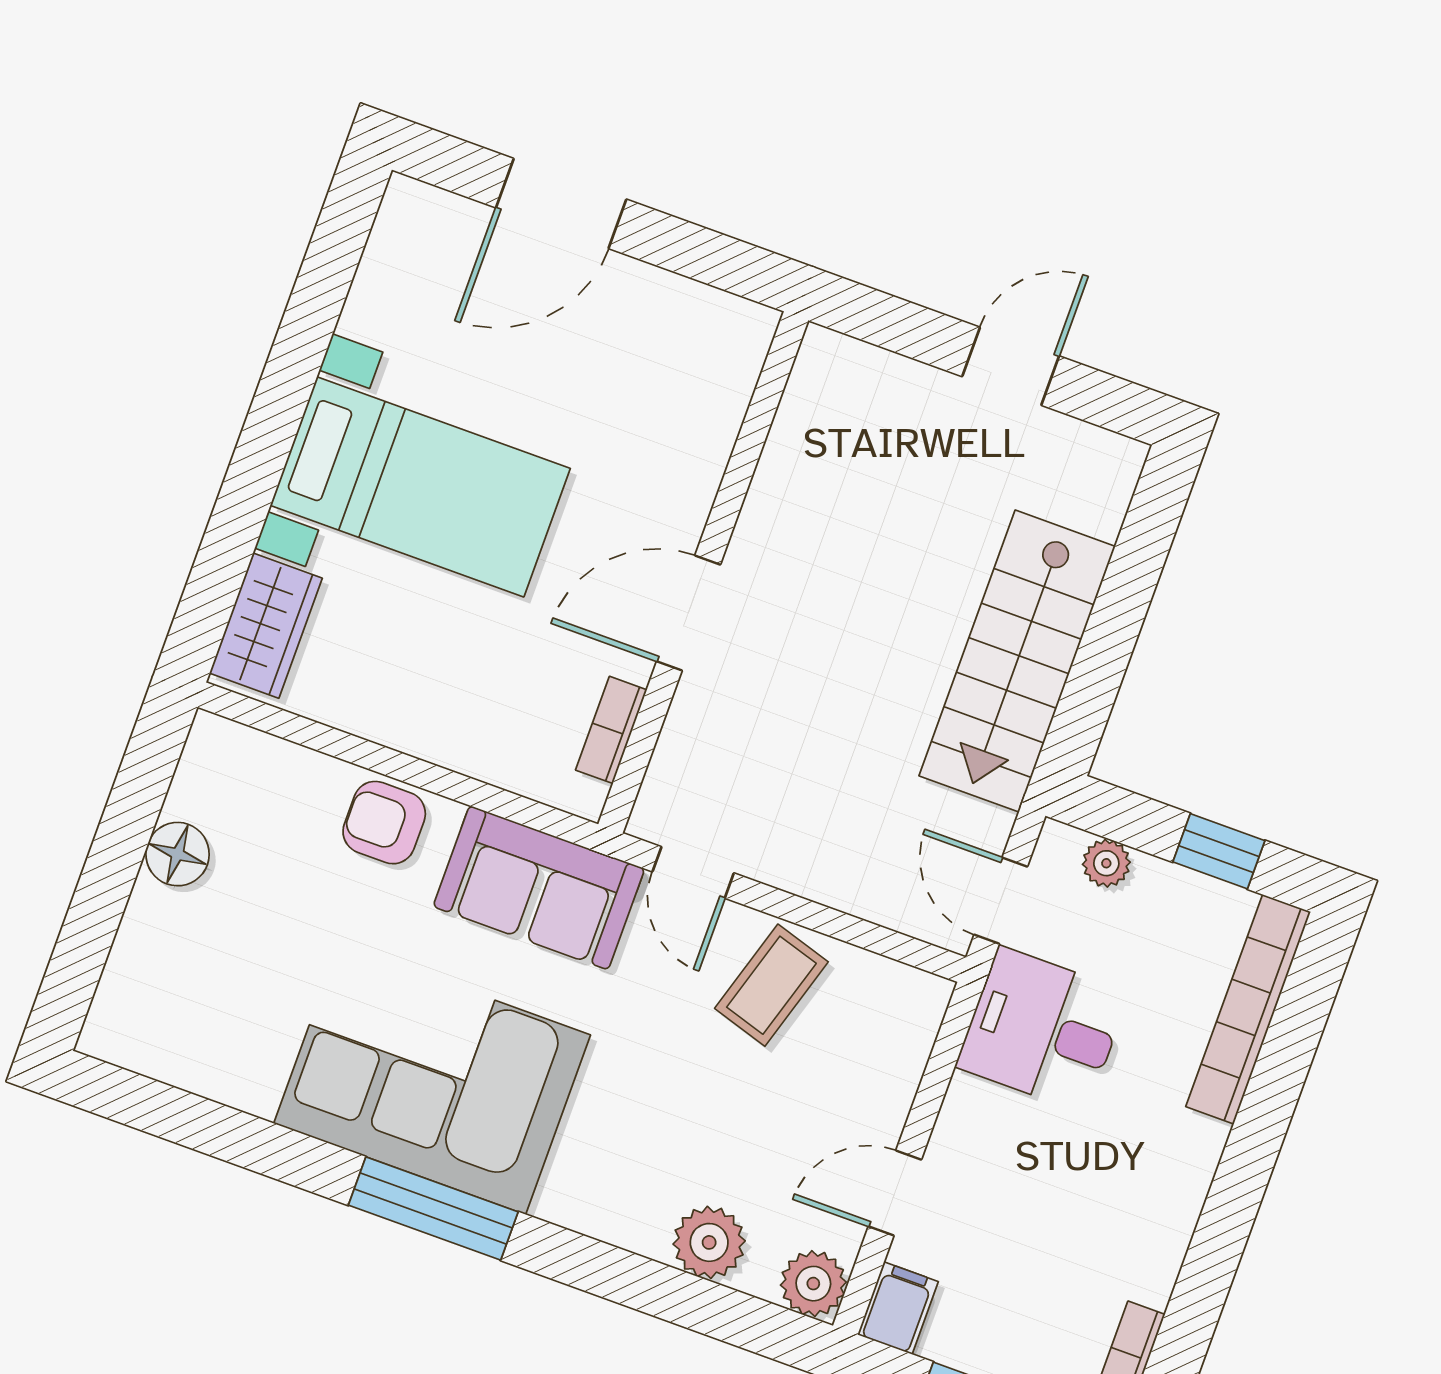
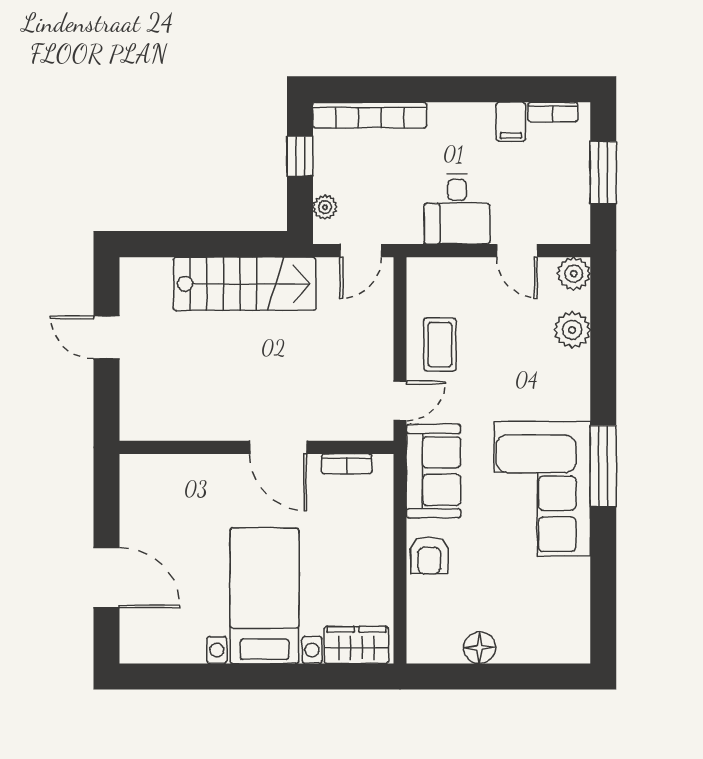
coffee table: (771, 985) -> (440, 344), turned 73
desk: (1042, 1030) -> (457, 209), moved
filing cabinet: (898, 1308) -> (511, 122), moved, turned -90

